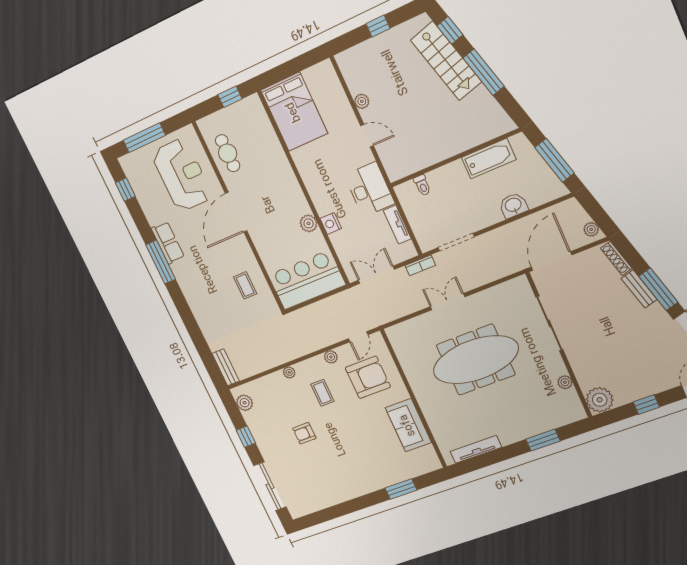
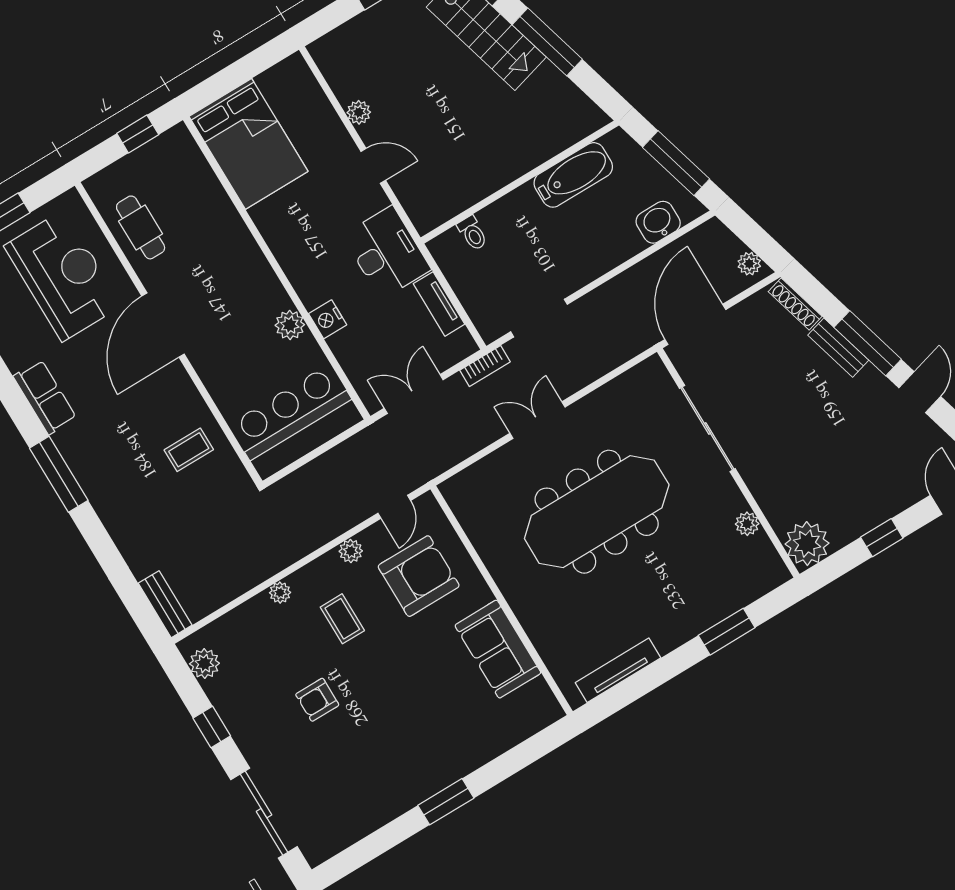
washbasin: (513, 205) -> (658, 222), moved
window: (161, 262) -> (59, 474), moved
coffee table: (245, 285) -> (189, 450), turned 90
window: (401, 489) -> (446, 802), moved

